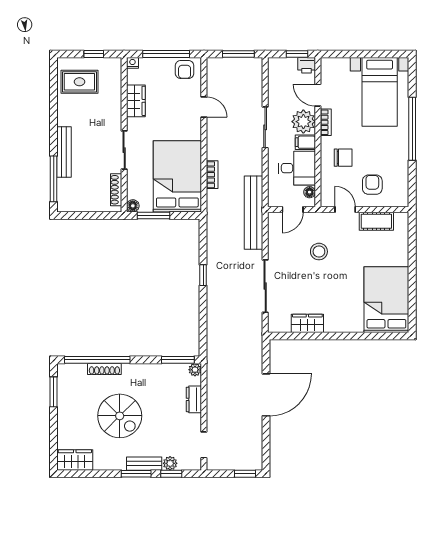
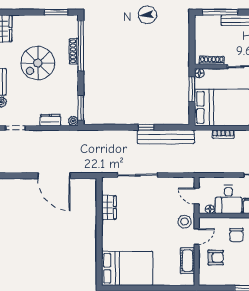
bench: (253, 213) -> (166, 137), moved
stool: (319, 252) -> (185, 222), moved

